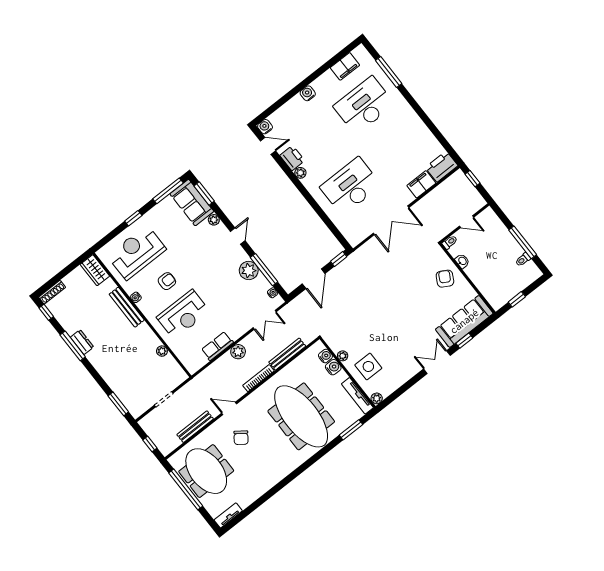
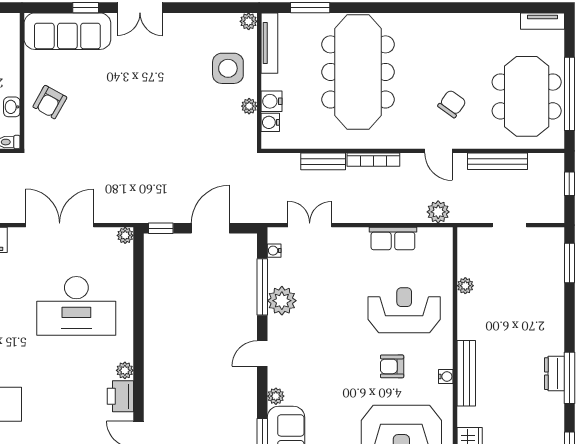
plant: (354, 241) -> (125, 235), added
plant: (238, 352) -> (438, 212), moved
bench: (287, 354) -> (323, 161), width x0.73

